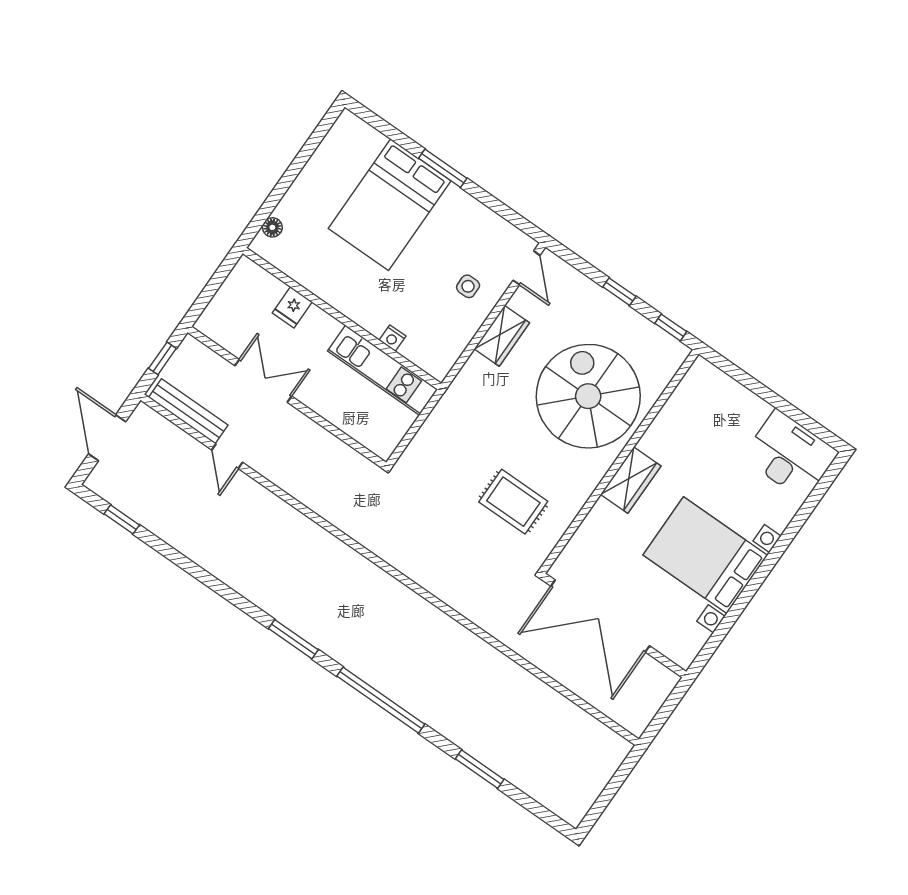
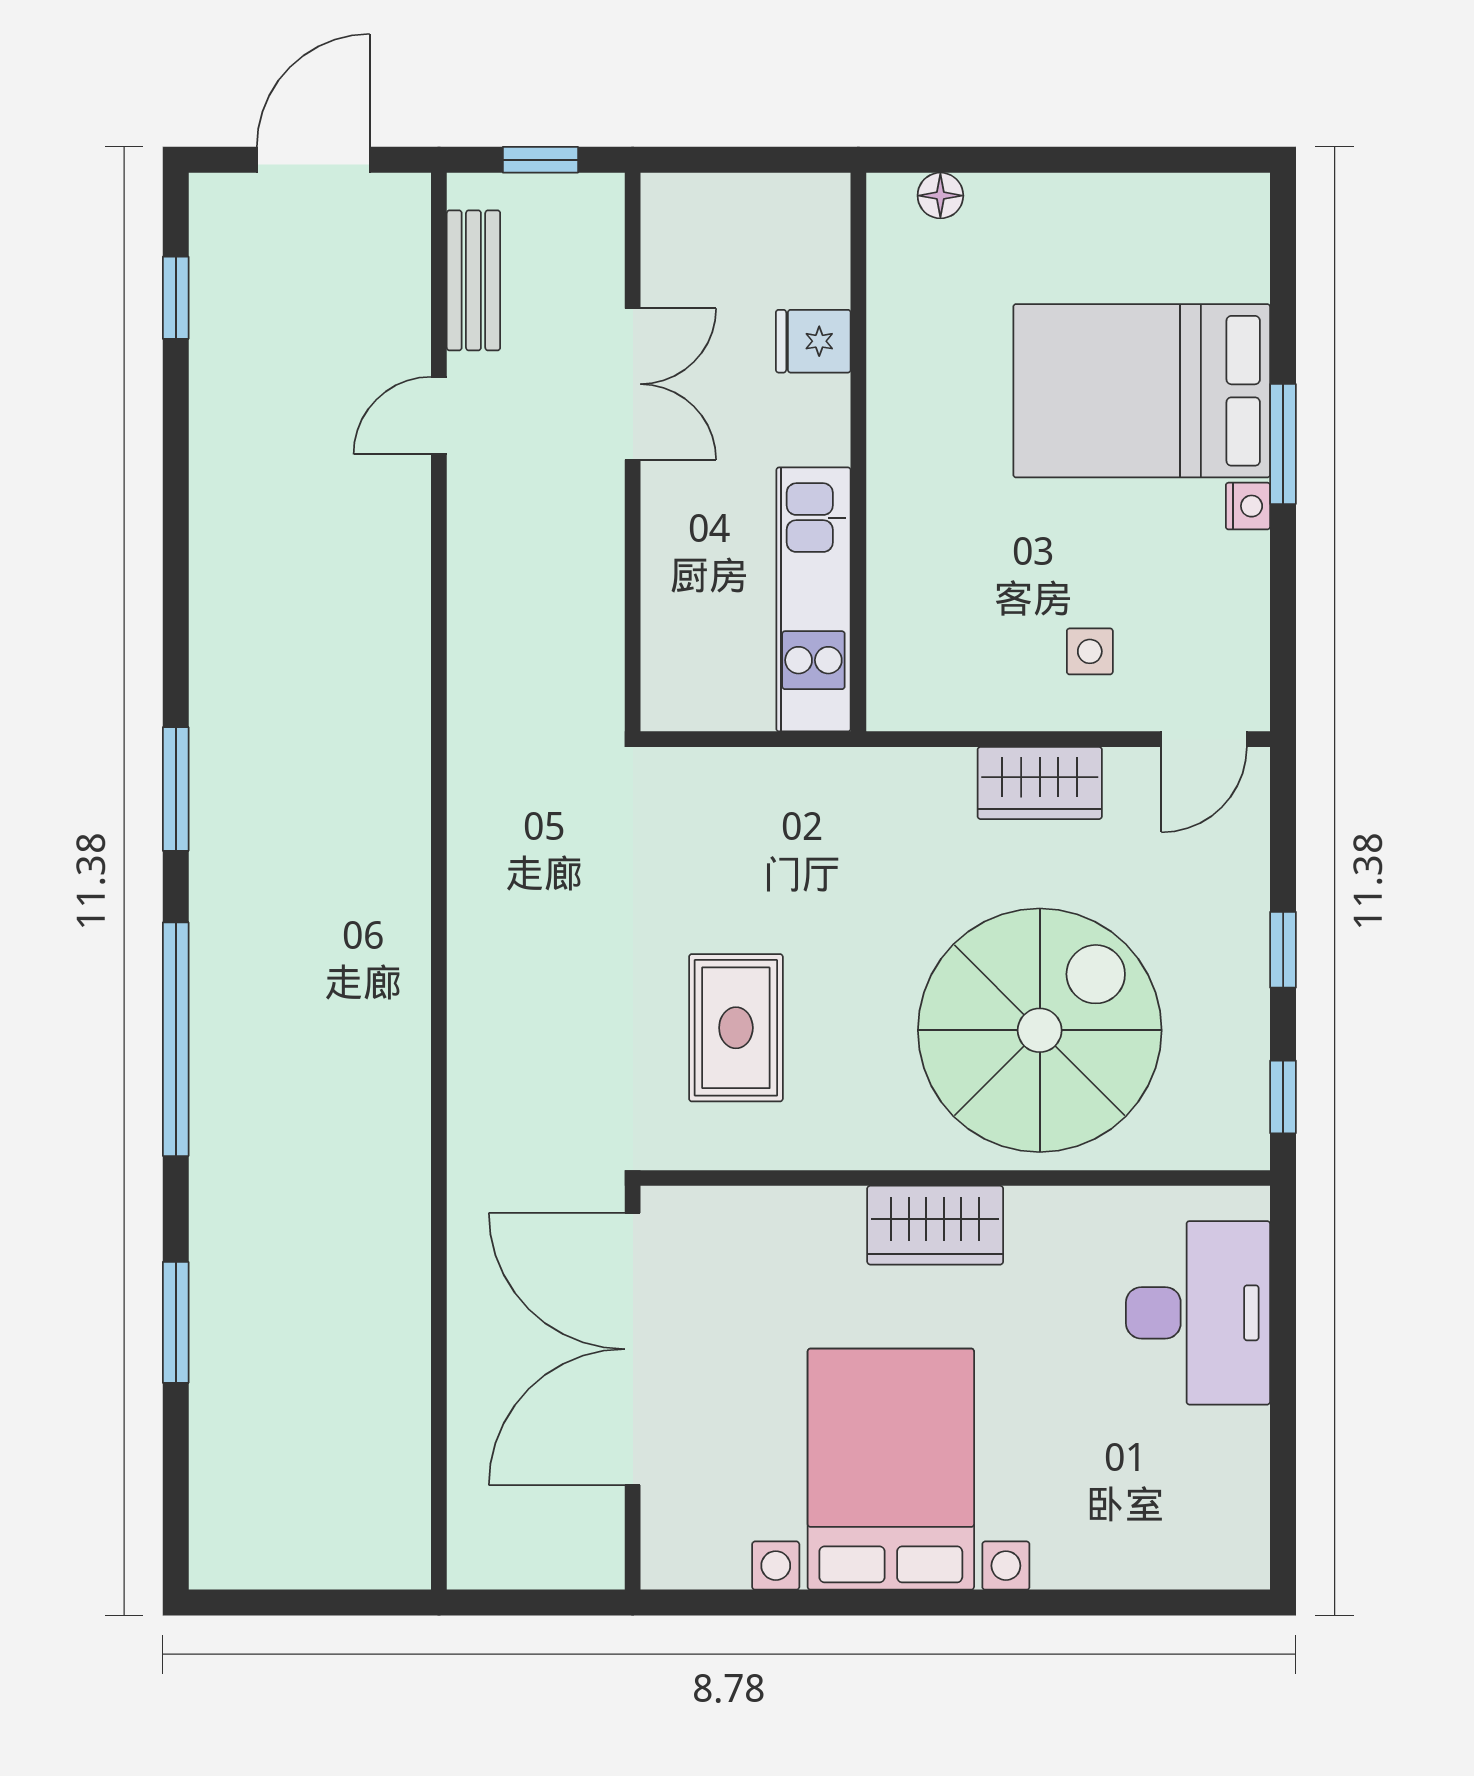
nightstand: (392, 338) -> (1248, 506), moved, turned 180
bench: (188, 411) -> (473, 280), width x0.73
desk: (790, 455) -> (1198, 1313), moved

